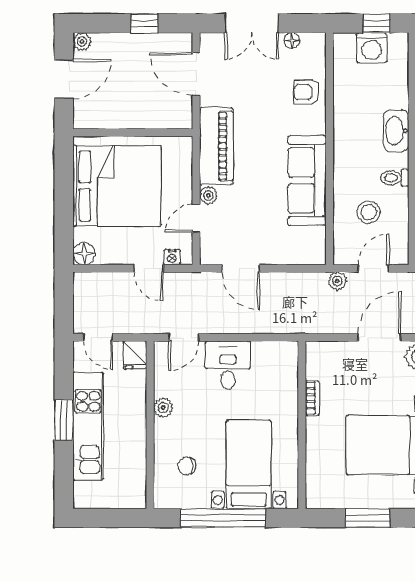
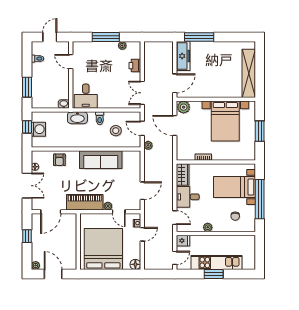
wardrobe: (275, 354) -> (183, 175), added

